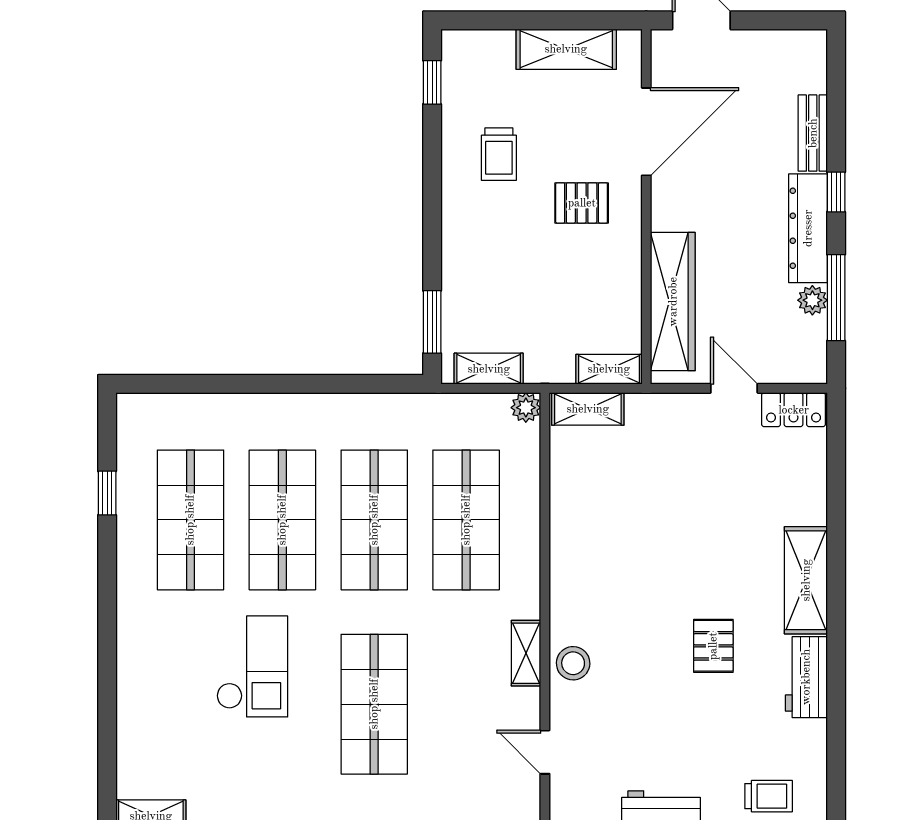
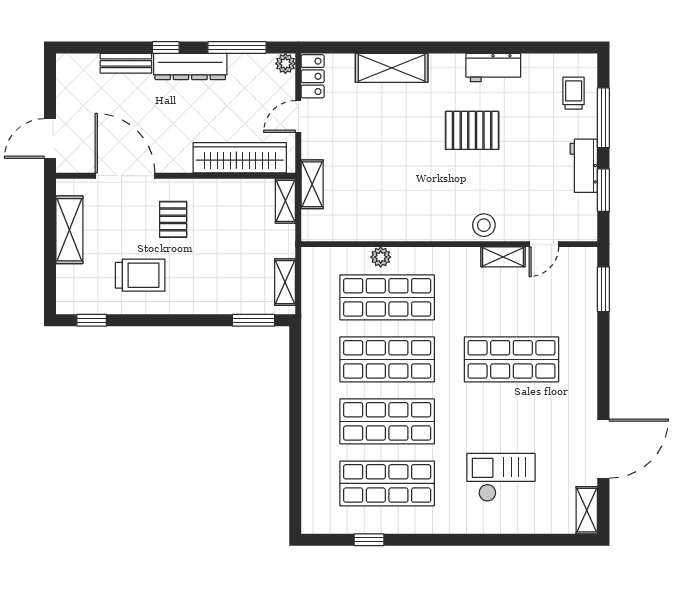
trolley: (499, 154) -> (140, 275), width x1.36, depth x1.39
plant: (812, 300) -> (285, 64), moved
plant: (526, 408) -> (381, 257), moved
shelving: (588, 409) -> (312, 184), moved
shelving: (806, 580) -> (392, 68), moved
pallet: (713, 646) -> (472, 130), width x1.50, depth x1.42
shelving: (526, 653) -> (503, 257), moved
checkout: (252, 666) -> (501, 477), moved

